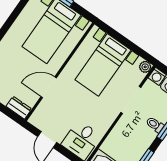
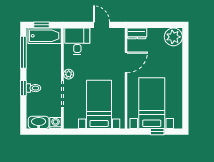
plant: (145, 67) -> (69, 74), moved

